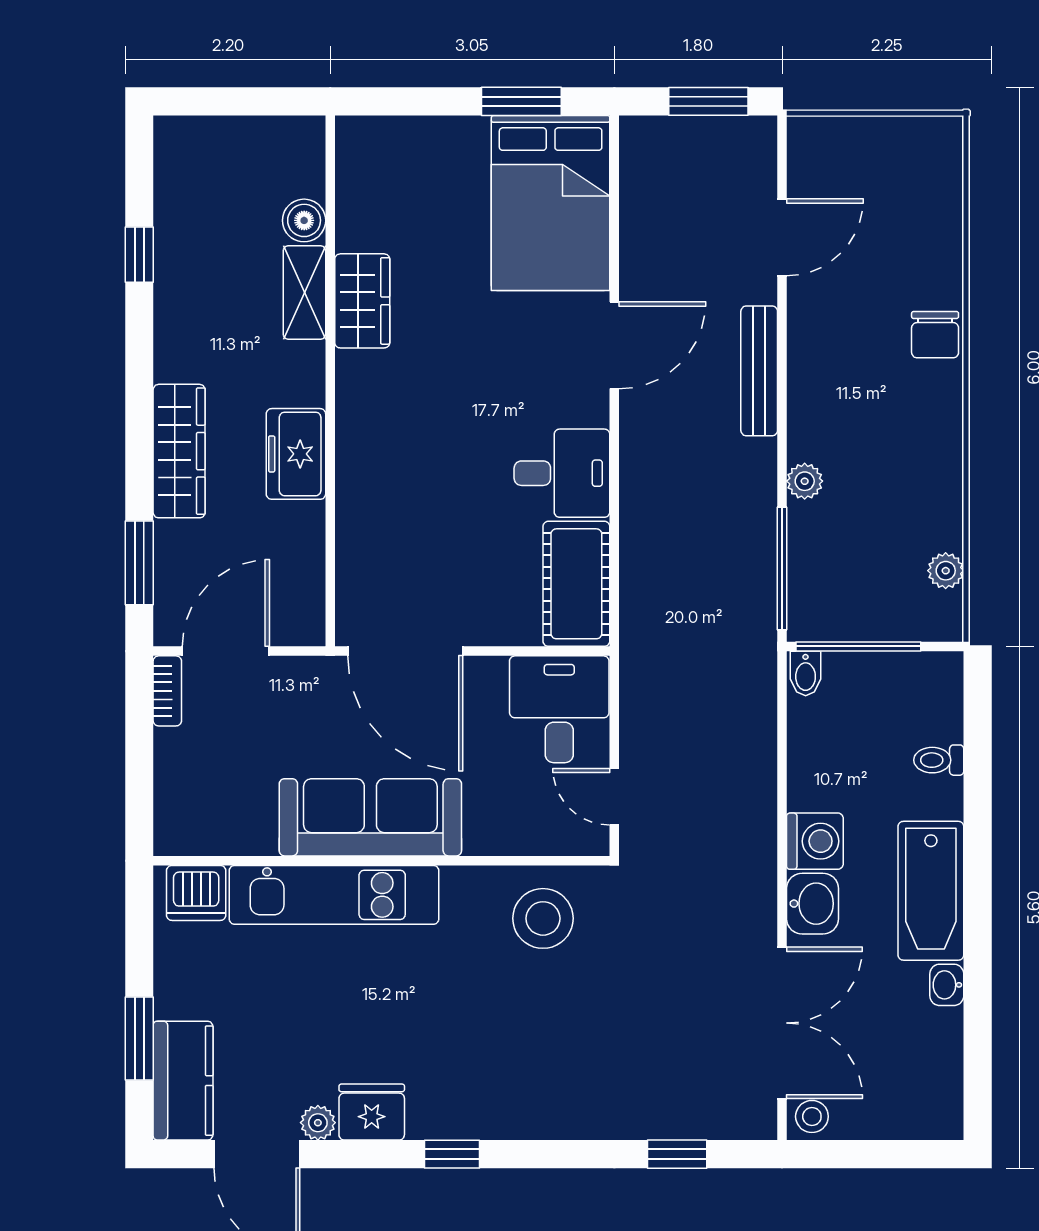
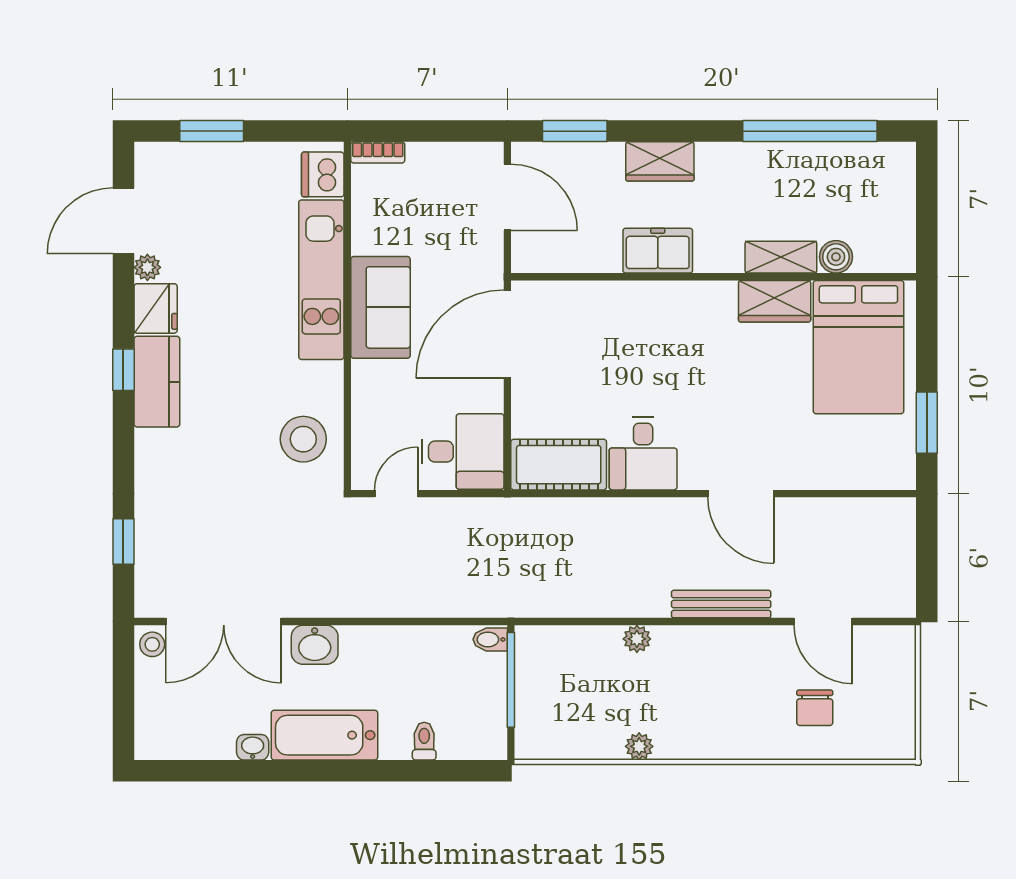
window: (708, 101) -> (927, 565), removed
bed: (551, 203) -> (858, 347), moved, turned -90
window: (139, 255) -> (810, 131), width x3.17
chair: (935, 335) -> (815, 708), moved, turned -90
wardrobe: (179, 451) -> (660, 161), width x0.67
window: (782, 568) -> (570, 622), removed
plant: (946, 571) -> (639, 746), moved
bookcase: (167, 691) -> (378, 152), moved
sofa: (370, 817) -> (380, 307), width x0.73
washing machine: (815, 841) -> (362, 647), removed
kitchen counter: (183, 1081) -> (157, 382), moved, turned -90

